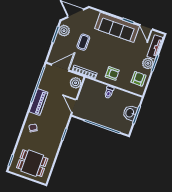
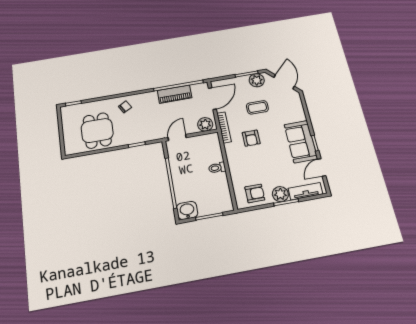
sofa: (117, 27) -> (301, 142), width x0.73
door: (60, 68) -> (212, 99), hinge flipped
armchair: (112, 73) -> (251, 138), moved
piano: (39, 102) -> (175, 94), moved
washbasin: (130, 113) -> (187, 210), moved
dining table: (32, 163) -> (97, 131), moved

